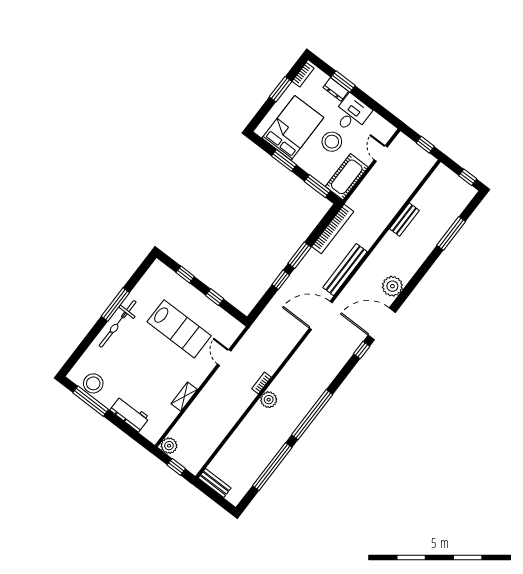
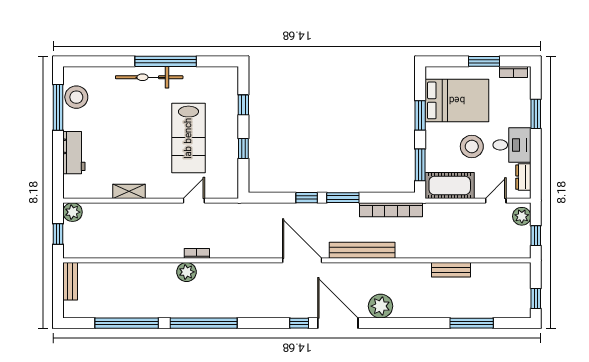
dresser: (336, 89) -> (523, 177), moved
plant: (405, 144) -> (522, 216), added
window: (115, 304) -> (166, 61), width x1.46

